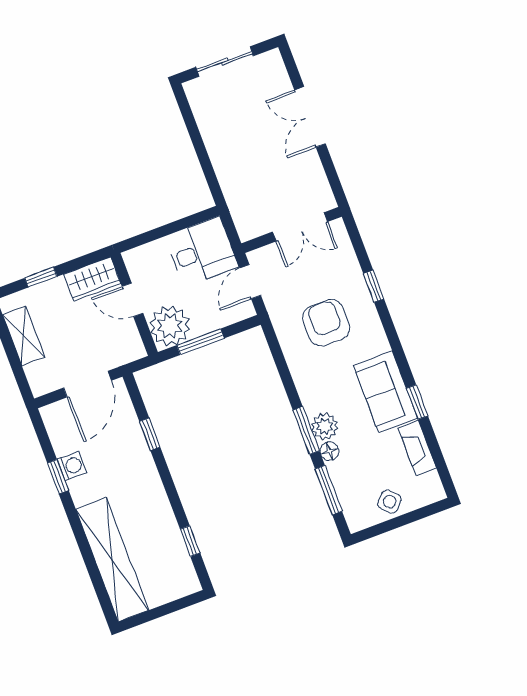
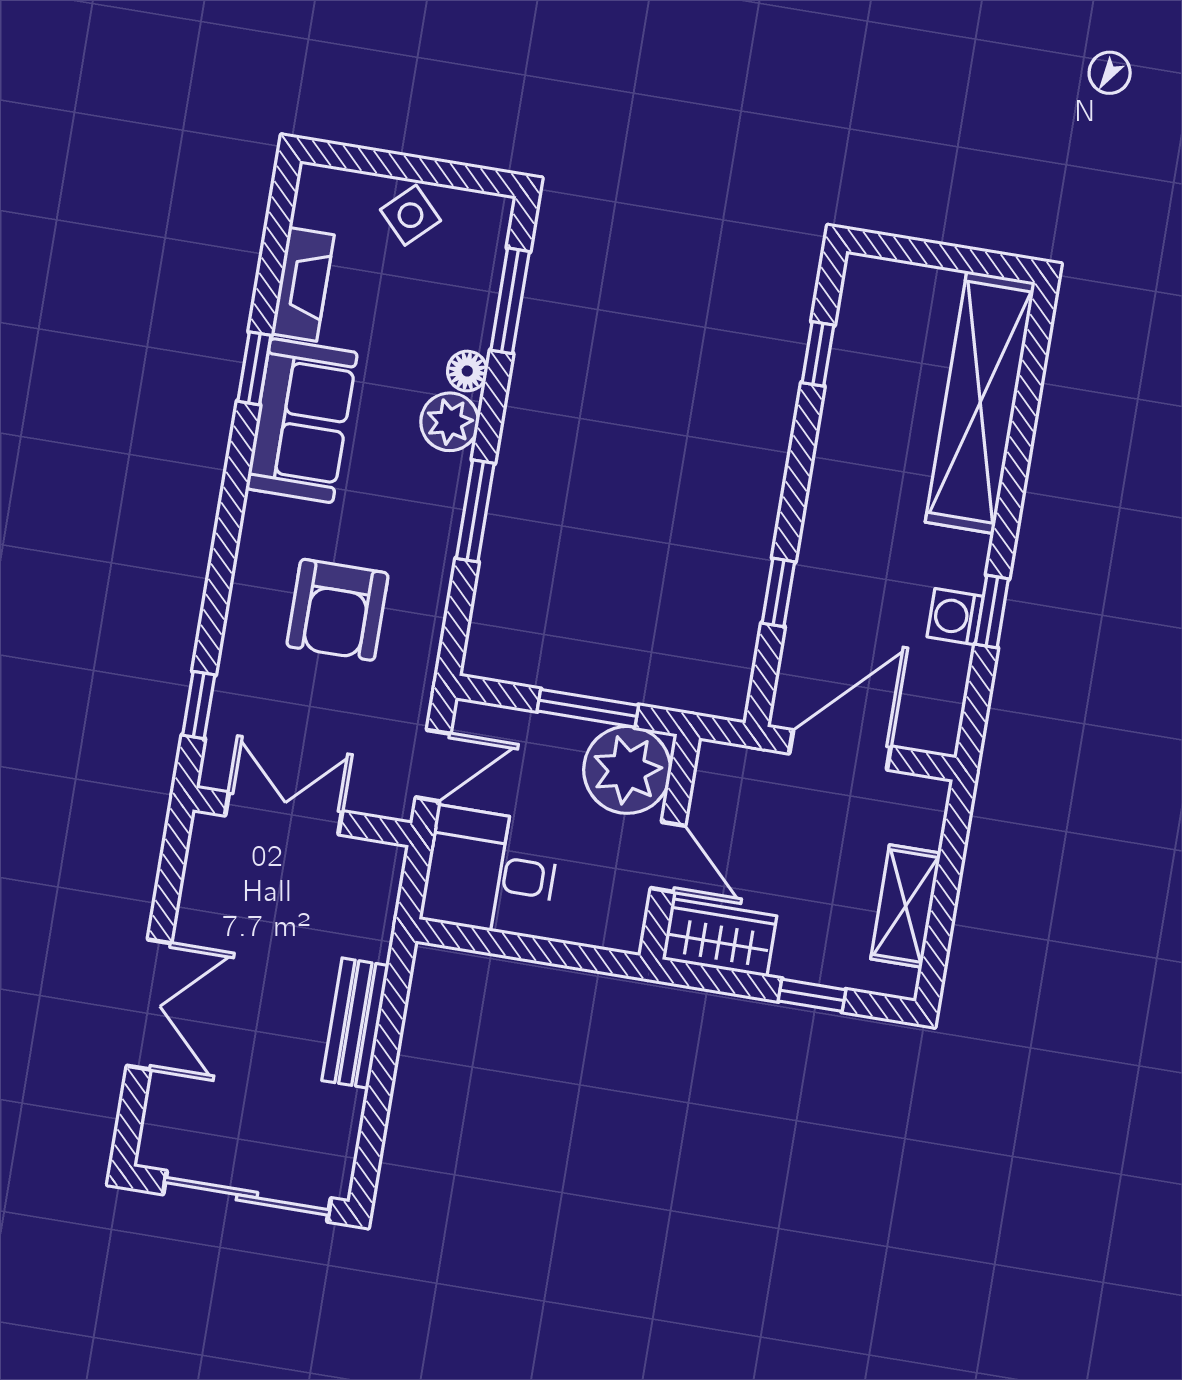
sliding door: (225, 62) -> (247, 1196), width x1.37
bench: (221, 158) -> (355, 1023), added
window: (374, 286) -> (199, 705), moved
window: (306, 430) -> (475, 511), moved

